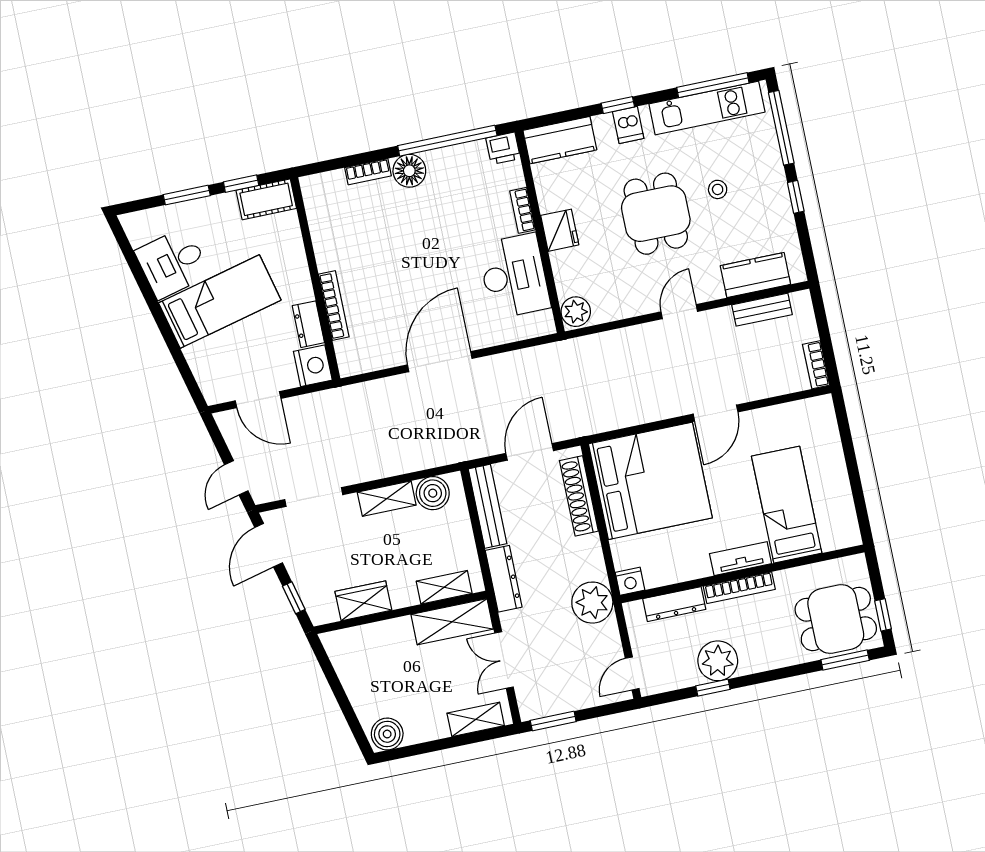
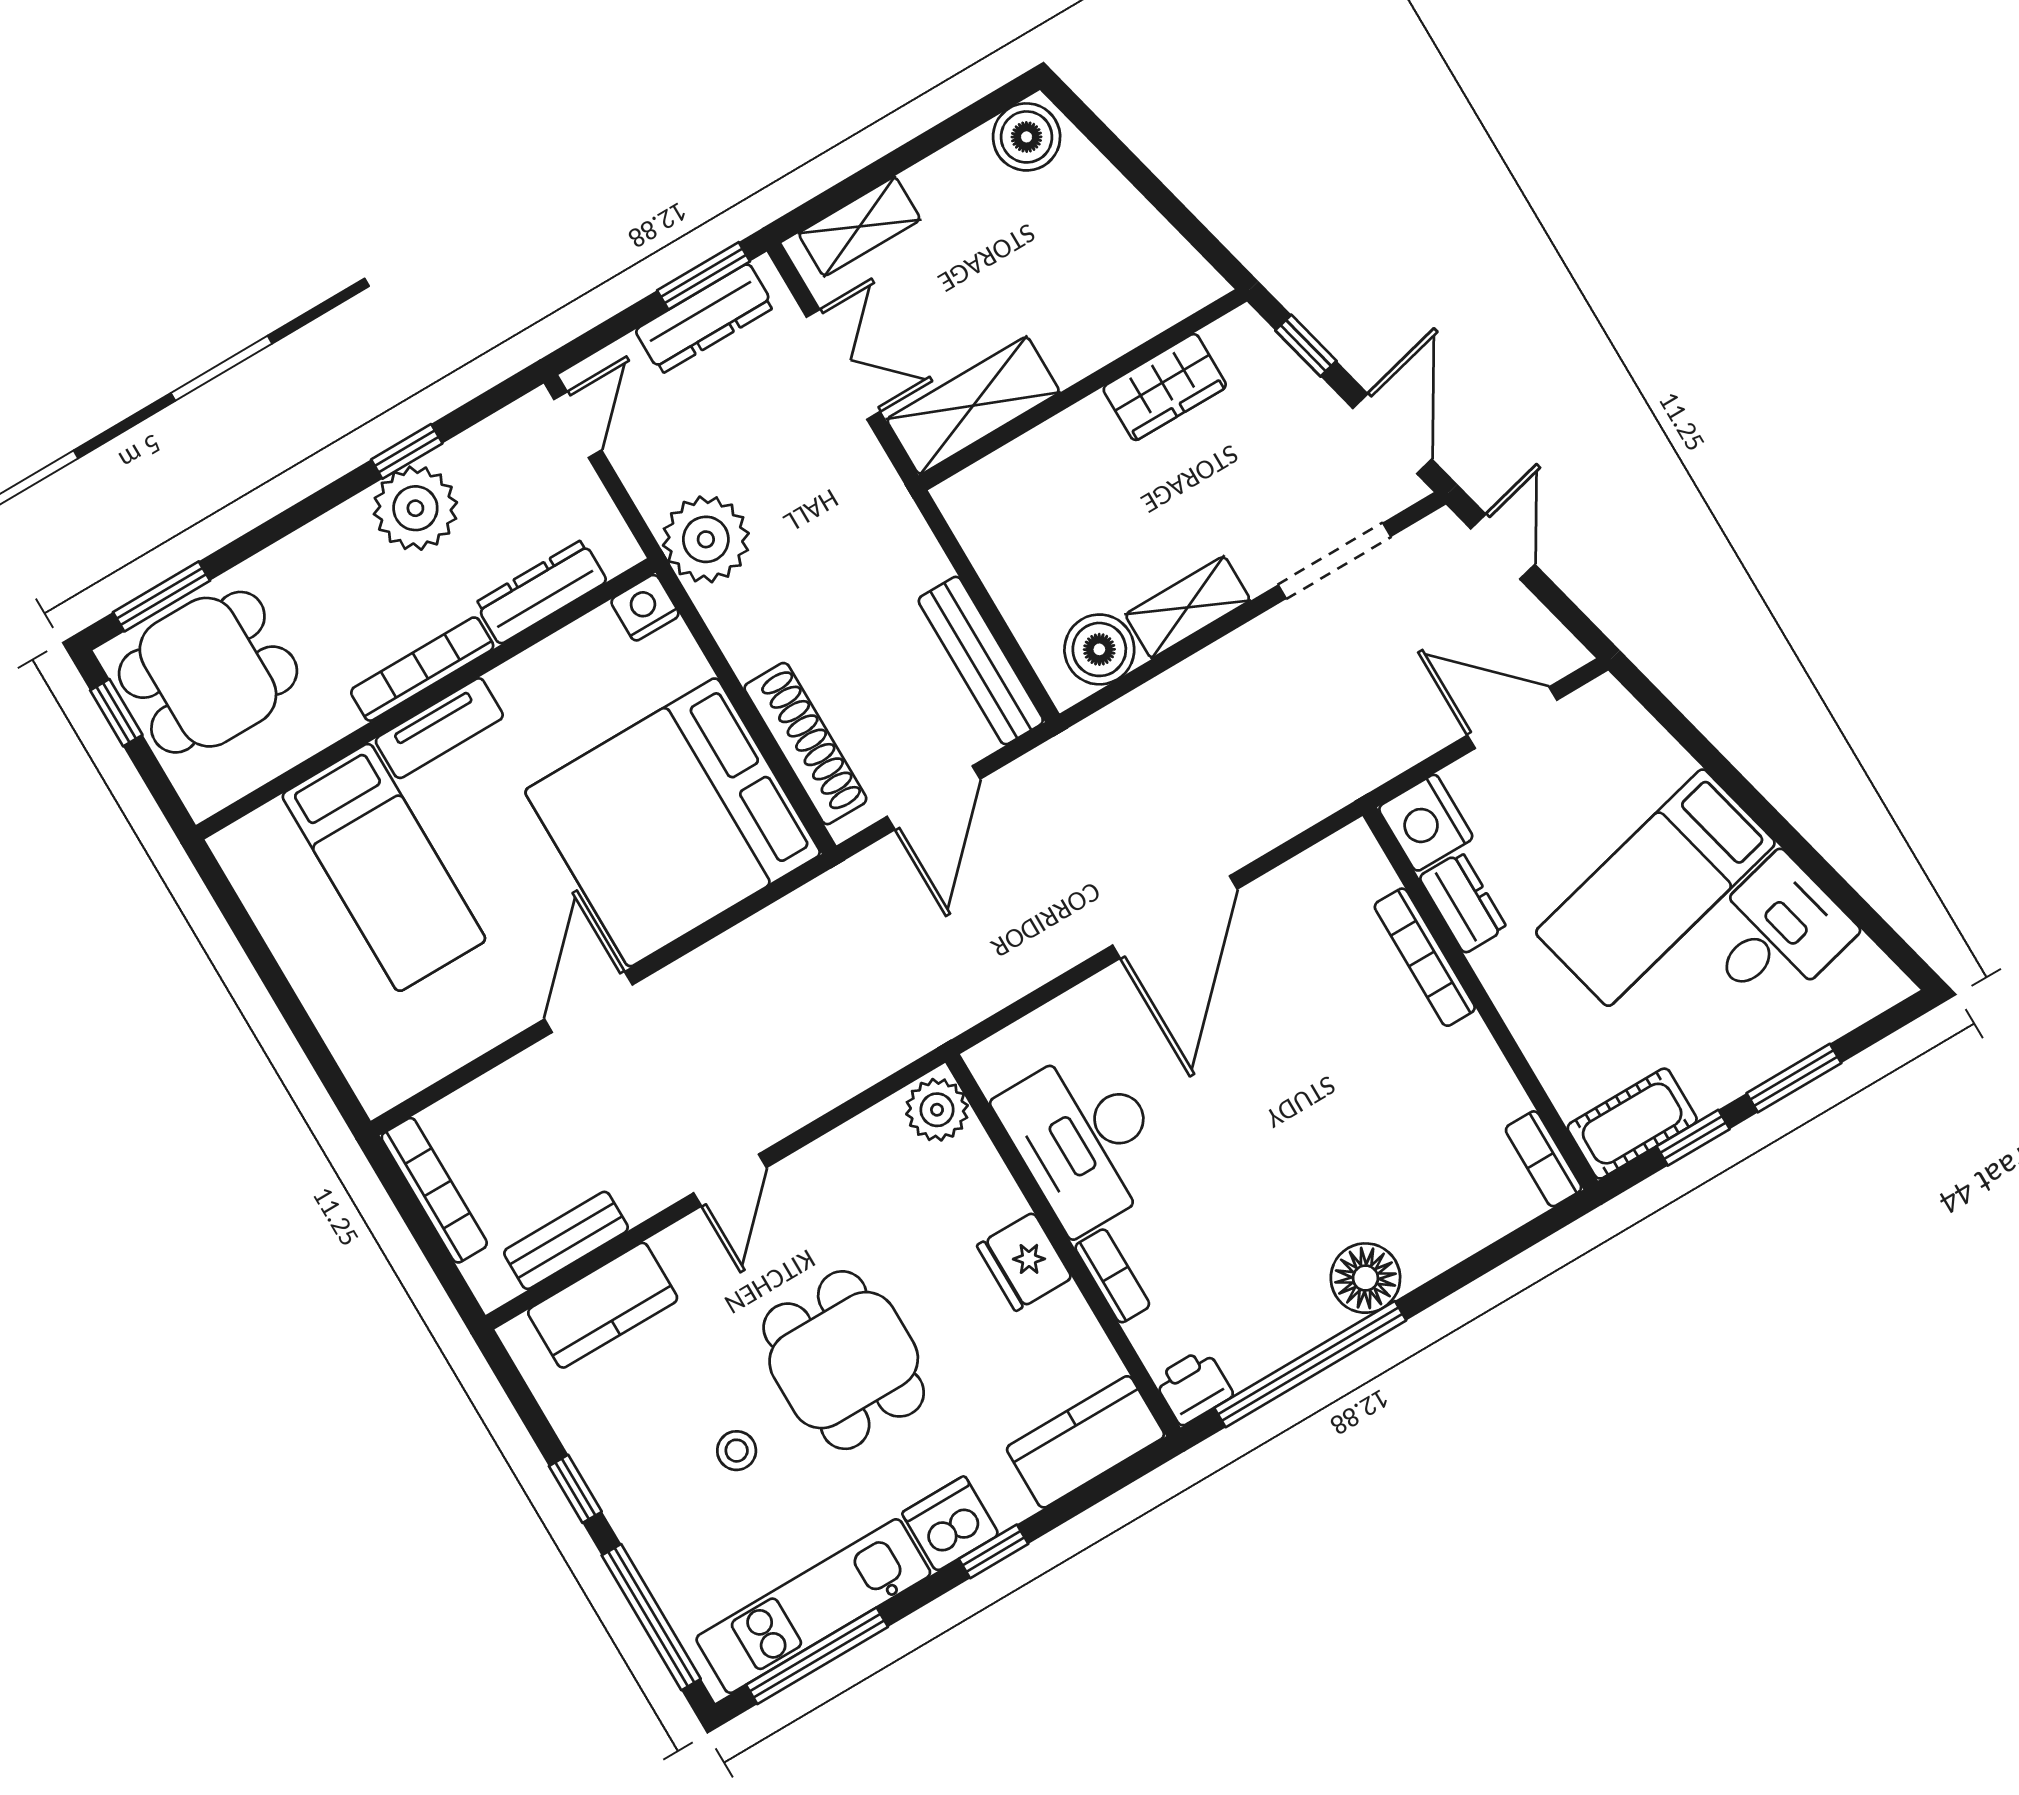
dishwasher: (628, 125) -> (950, 1524), width x1.38
bookcase: (368, 172) -> (1544, 1159), moved, turned -90
bookcase: (816, 365) -> (434, 1190), width x1.56
dresser: (504, 579) -> (705, 319), moved, turned -90
shelving: (444, 587) -> (1012, 469), removed

